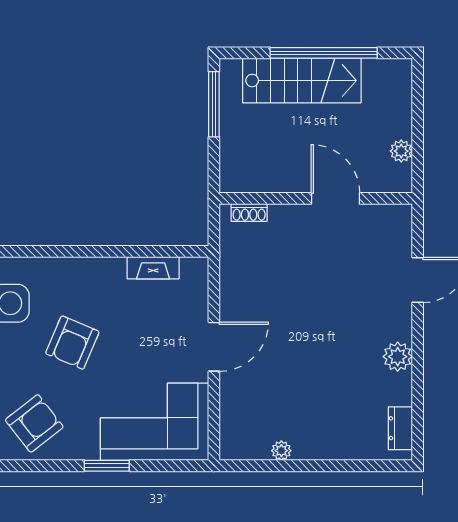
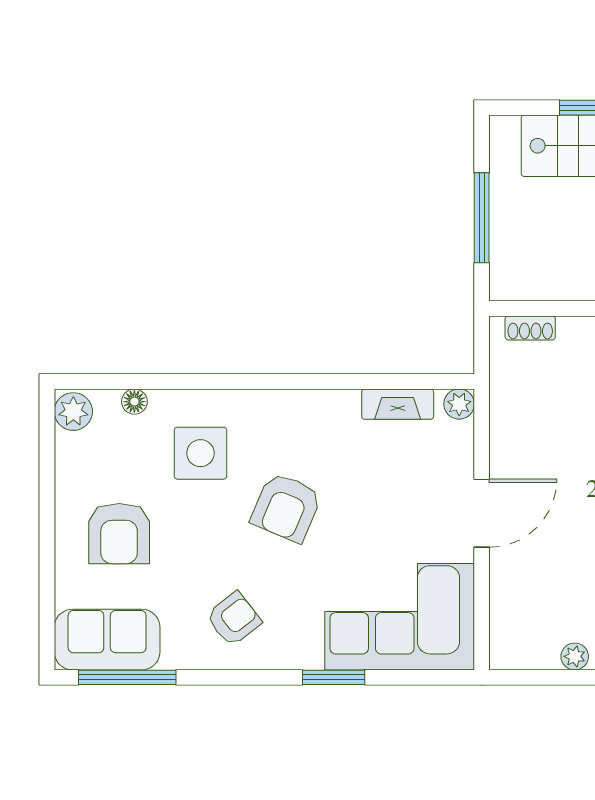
window: (214, 104) -> (482, 218), moved
plant: (198, 268) -> (459, 404), added
armchair: (34, 423) -> (234, 619), width x0.72, depth x0.72

